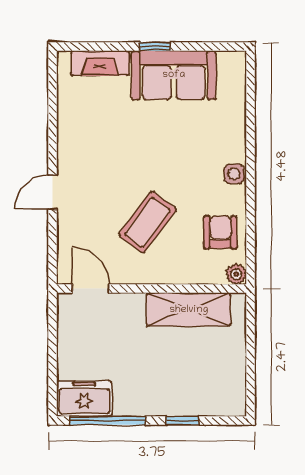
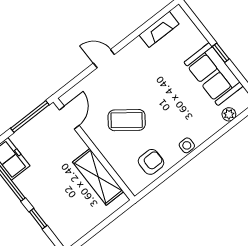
fireplace: (100, 63) -> (159, 29), moved, turned -90
plant: (236, 274) -> (229, 114), moved
window: (53, 335) -> (30, 117), added

